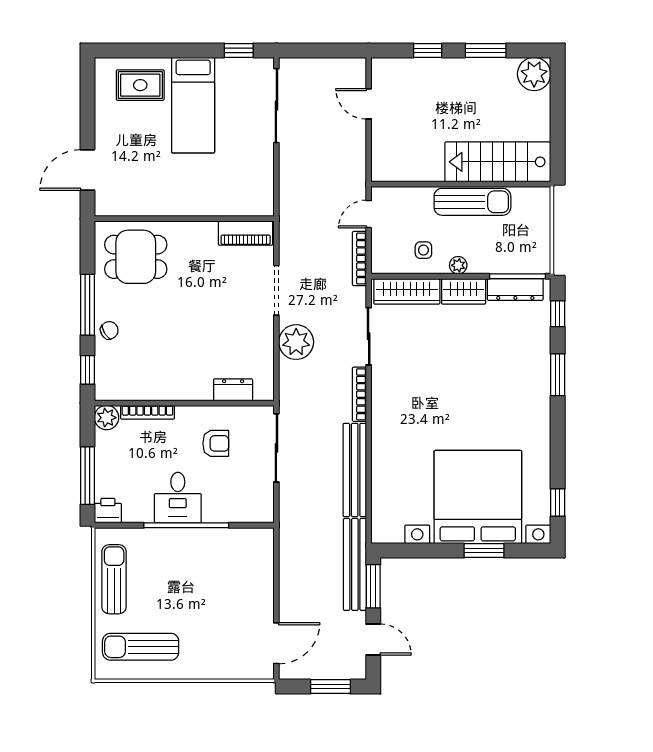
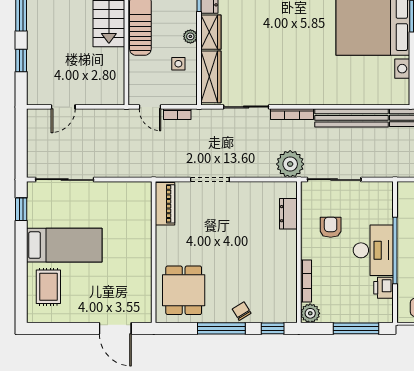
bookcase: (359, 259) -> (177, 114), width x0.64
plant: (296, 342) -> (290, 164), moved
desk: (178, 498) -> (373, 250), width x1.37
printer: (108, 511) -> (384, 288), moved

